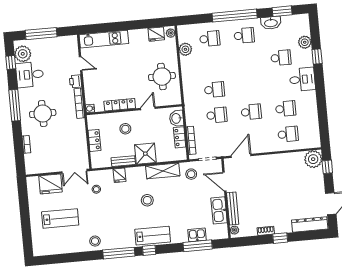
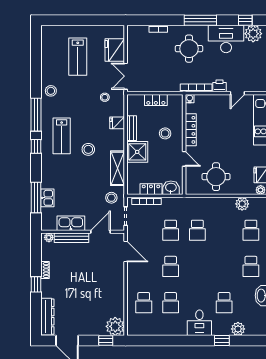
desk: (30, 75) -> (226, 39), width x1.37
lab bench: (153, 236) -> (62, 136), moved

